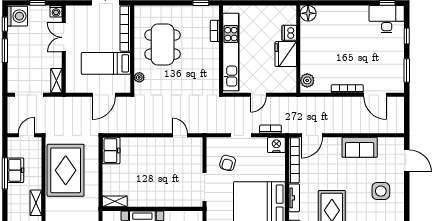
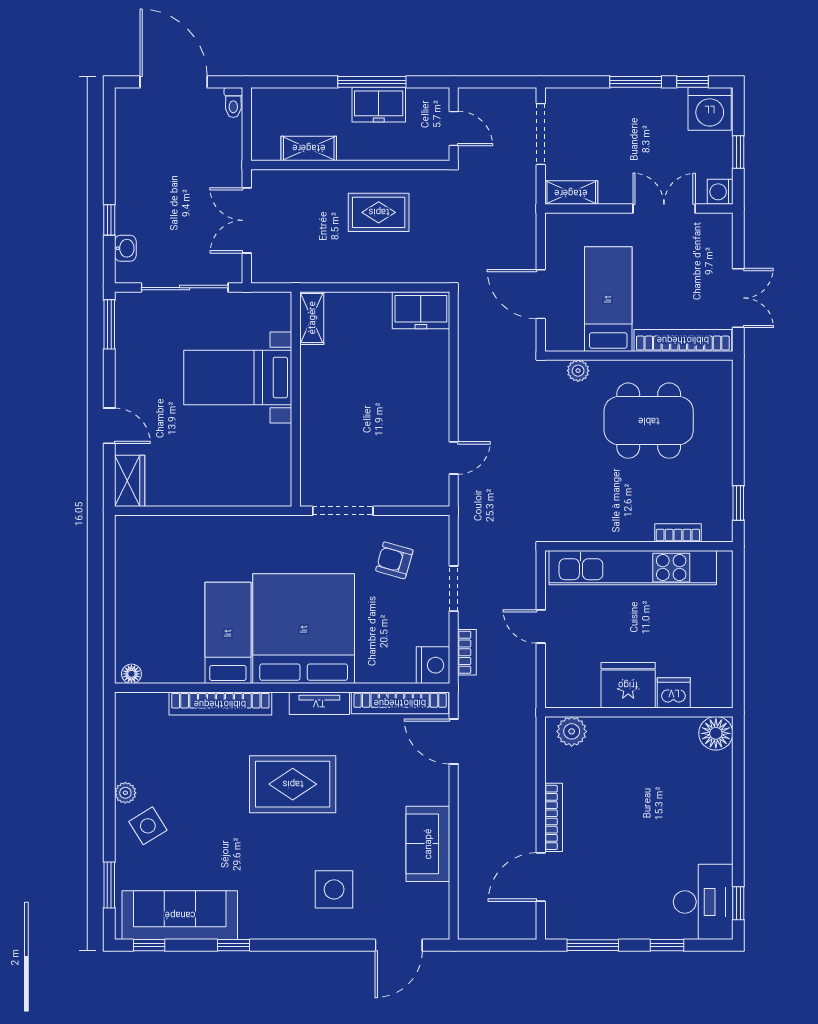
rug: (66, 170) -> (379, 212), width x0.54, depth x0.49

